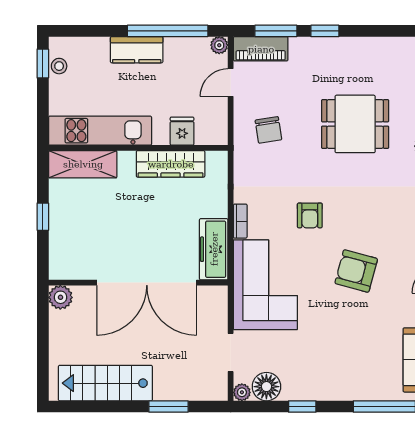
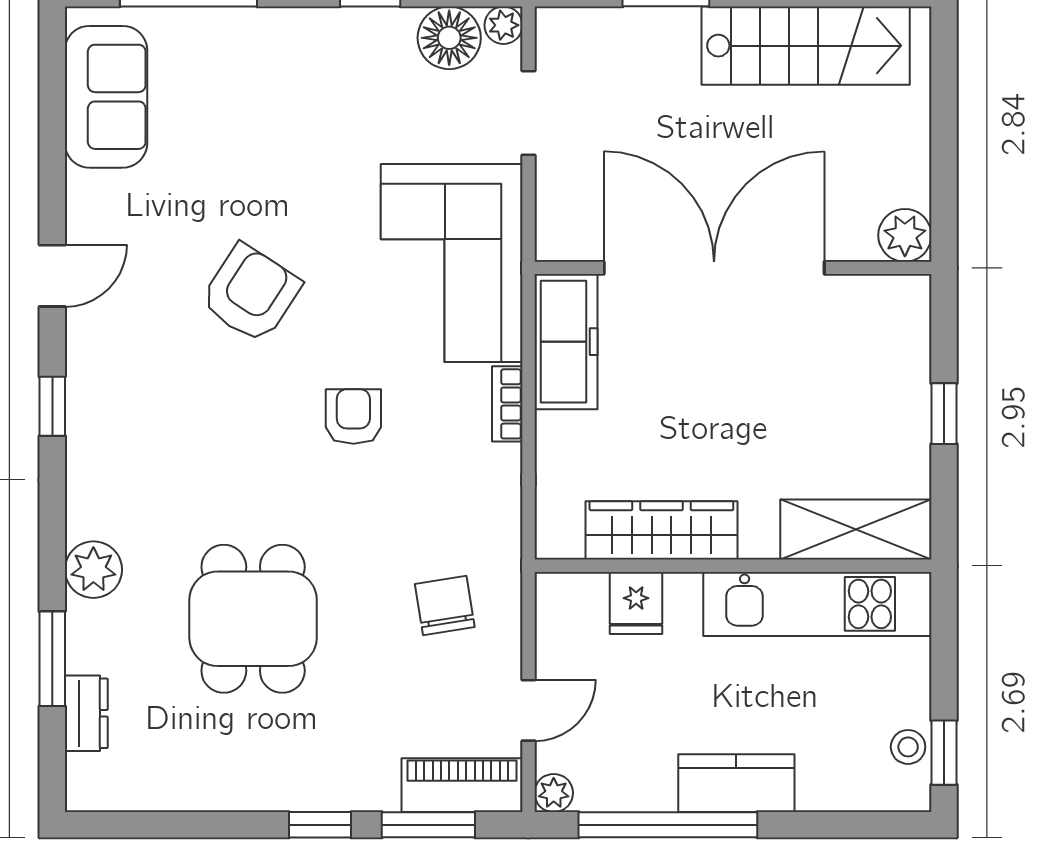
dining table: (355, 124) -> (253, 619), turned 90
armchair: (356, 271) -> (251, 293), turned -72

